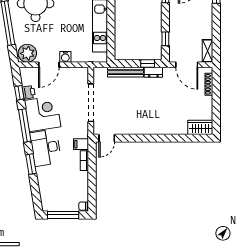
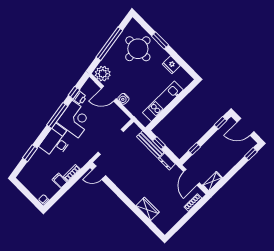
window: (148, 64) -> (159, 143), moved
wardrobe: (200, 127) -> (148, 209), moved
filing cabinet: (81, 144) -> (60, 181), moved
window: (31, 164) -> (30, 153), moved
window: (63, 215) -> (26, 193), removed

